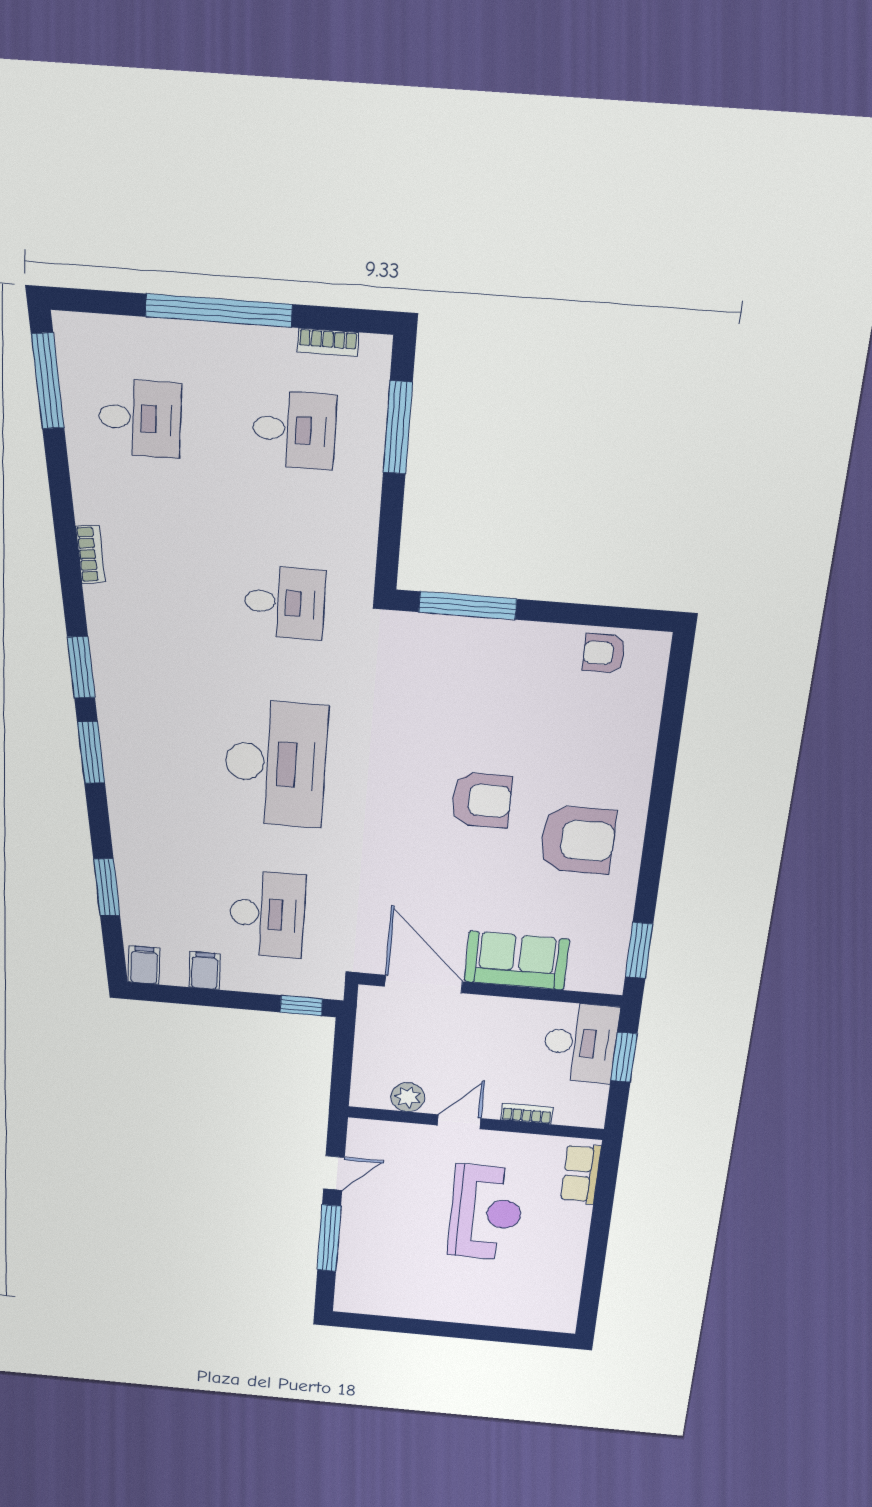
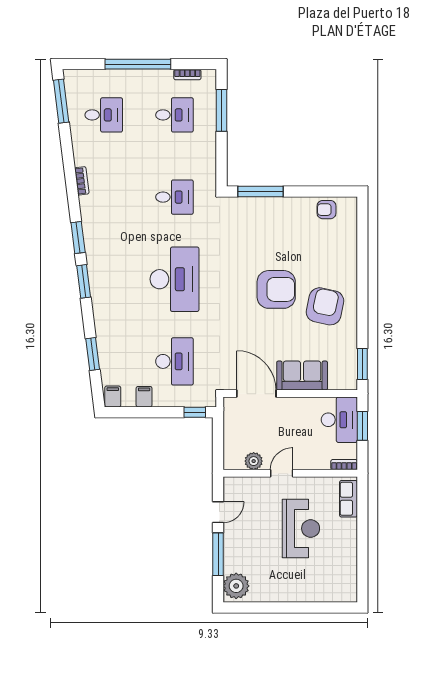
armchair: (481, 800) -> (276, 289), width x1.36, depth x1.36
armchair: (577, 840) -> (325, 306), turned -78
bookcase: (527, 1114) -> (344, 465), moved
plant: (358, 1289) -> (236, 586), added

